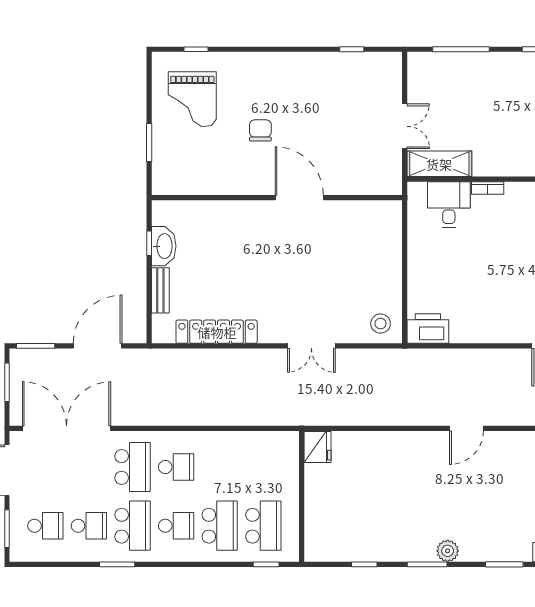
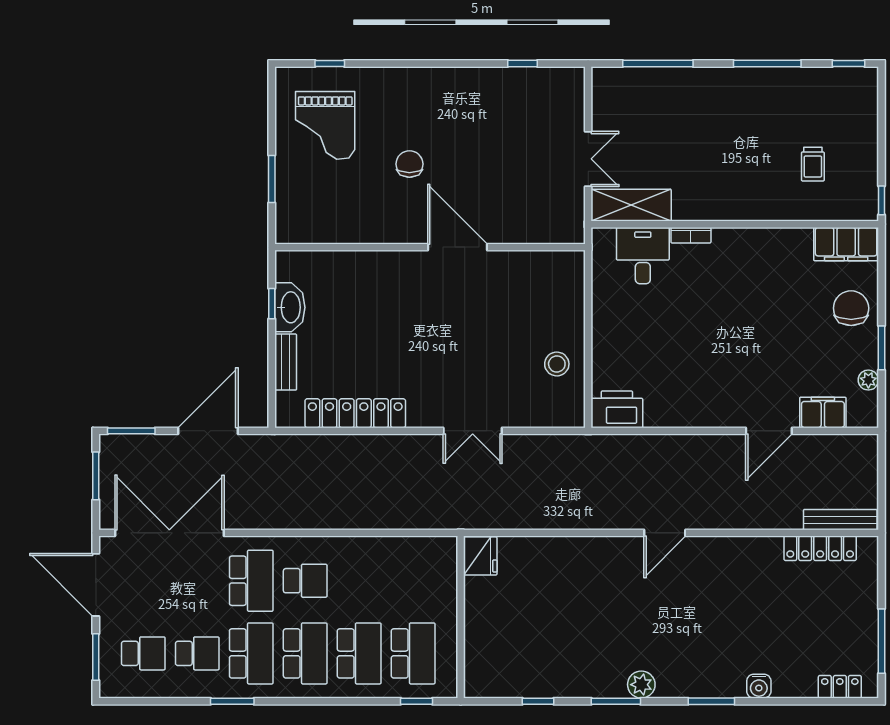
stool: (381, 324) -> (557, 364), moved
school desk: (176, 526) -> (305, 653), width x1.85

